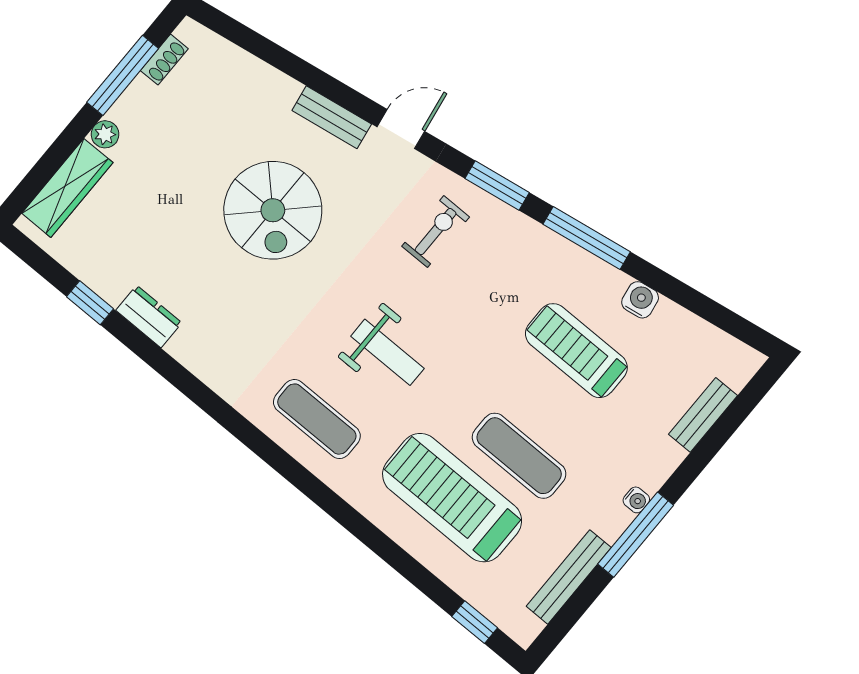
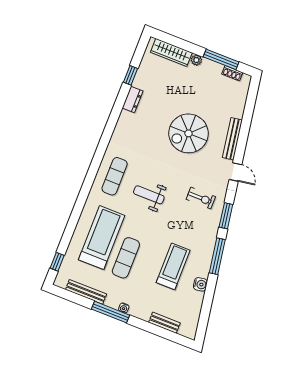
bench: (332, 117) -> (232, 139), width x1.36
weight bench: (387, 352) -> (149, 195), turned 90

